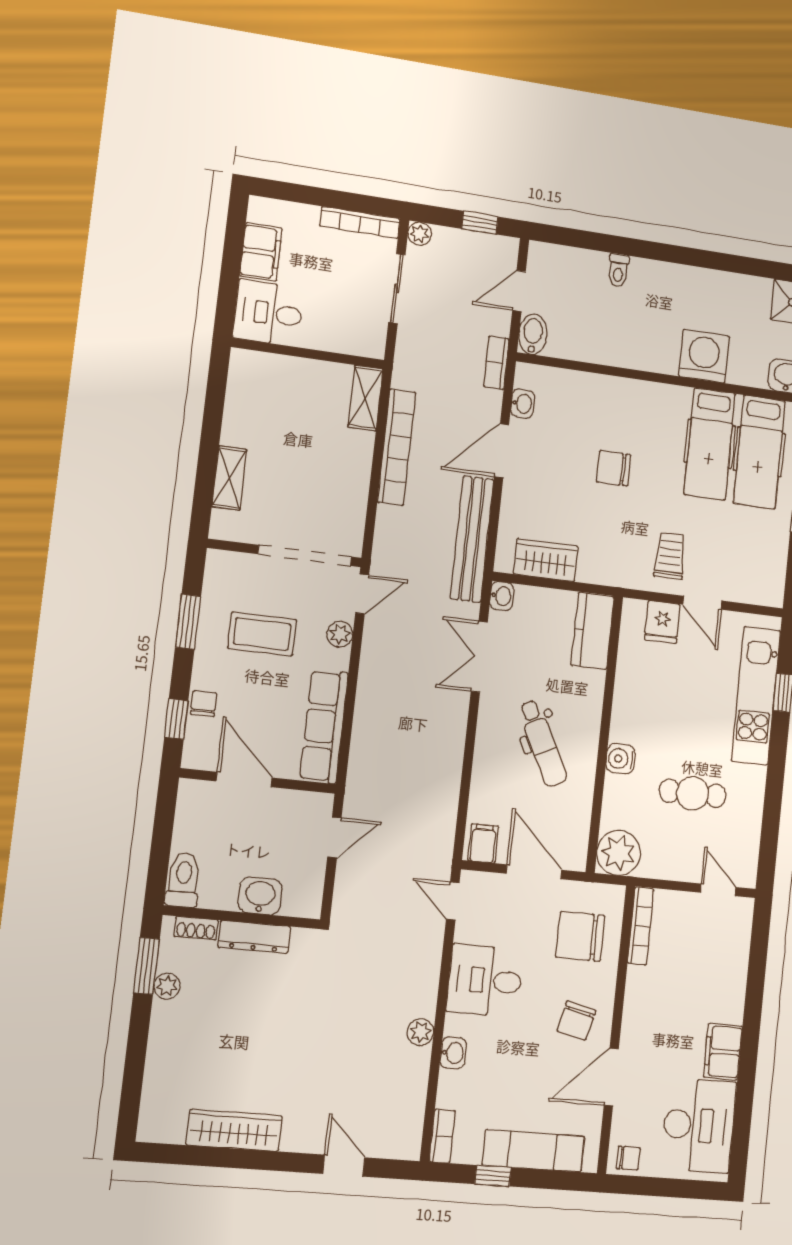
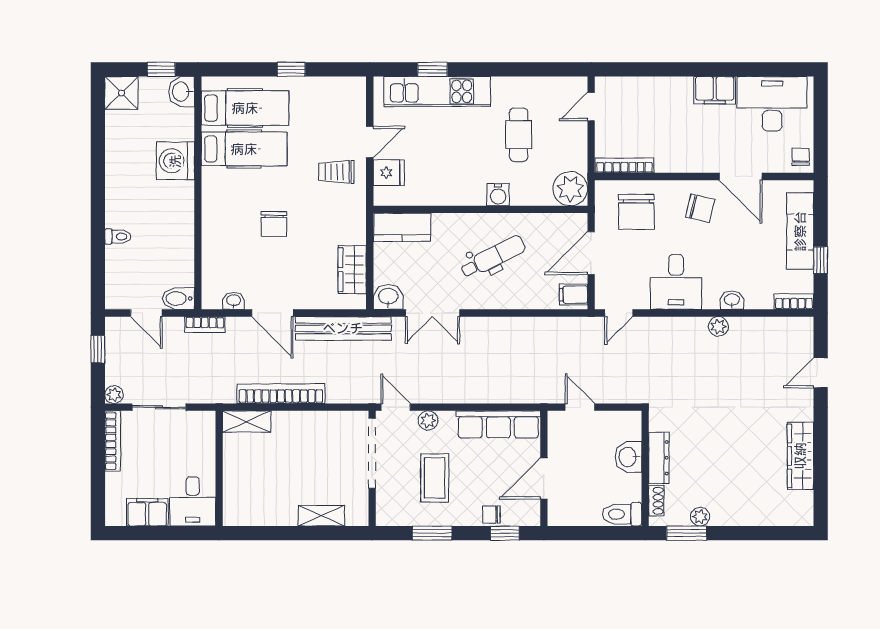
washbasin: (502, 596) -> (388, 297), width x1.38, depth x1.45

